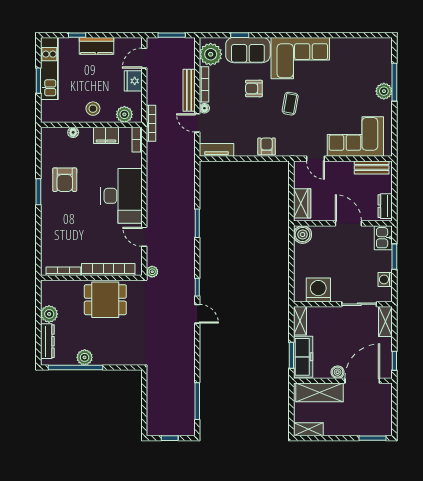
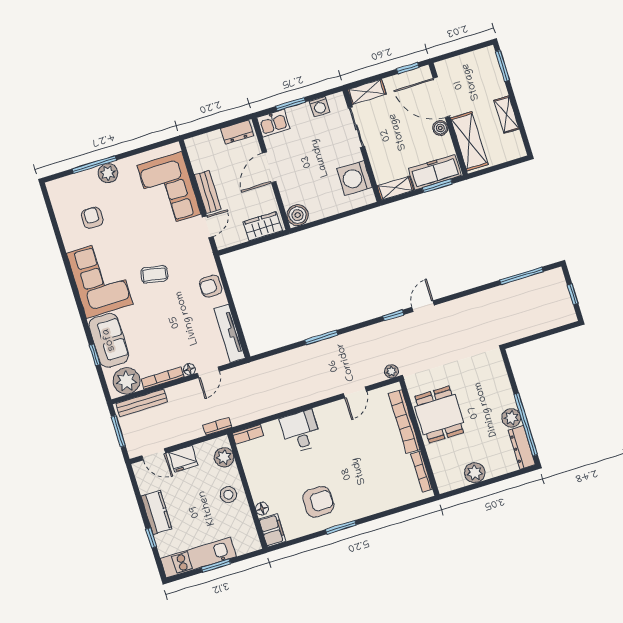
armchair: (254, 88) -> (92, 218), moved, turned 180
bench: (189, 90) -> (142, 403), moved
bookcase: (151, 123) -> (217, 426), width x0.64
filing cabinet: (106, 135) -> (272, 530), moved
tv unit: (217, 150) -> (230, 333), width x1.41
bench: (372, 167) -> (208, 192), moved
desk: (122, 196) -> (301, 431), width x0.53, depth x0.77
dresser: (47, 341) -> (522, 447), moved, turned -90
shelving: (308, 429) -> (507, 115), moved

